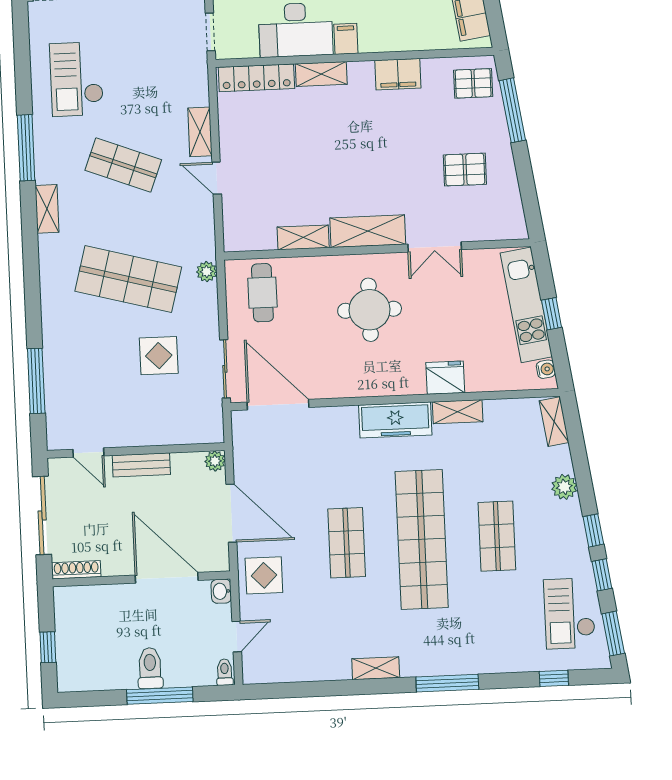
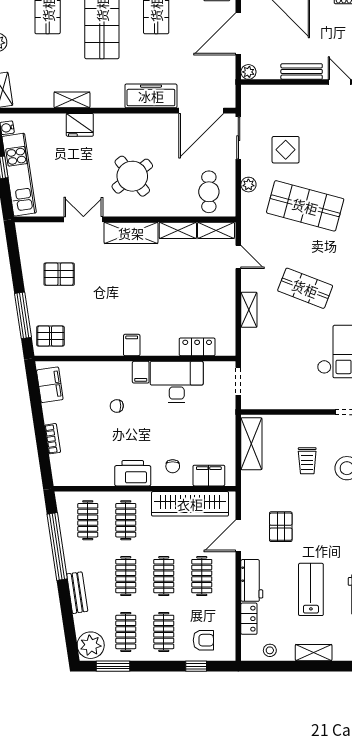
shelving: (321, 74) -> (216, 230), moved
filing cabinet: (398, 74) -> (132, 345), moved, width x0.50
locker: (256, 78) -> (197, 347), width x0.66
door: (217, 178) -> (238, 257), moved
plant: (207, 272) -> (248, 185), moved
round table: (370, 310) -> (132, 176), turned -38
door: (278, 405) -> (201, 111), hinge flipped
freezer: (395, 420) -> (151, 96), moved
door: (231, 513) -> (238, 34), hinge flipped

